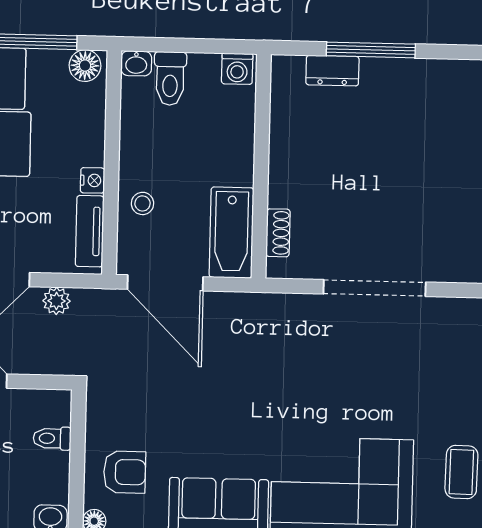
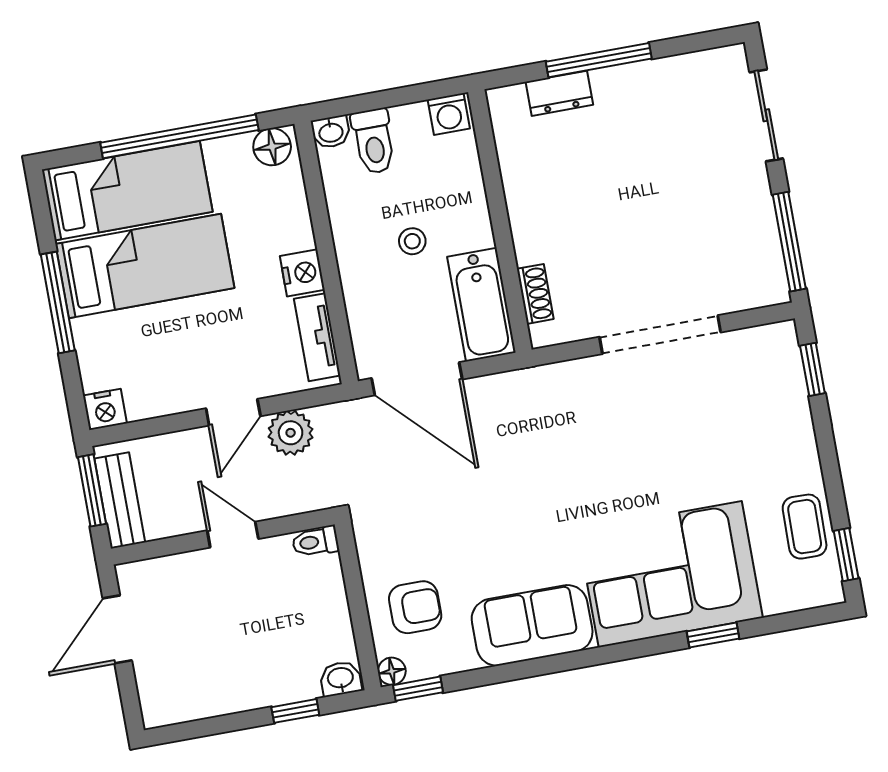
nightstand: (92, 180) -> (302, 273), width x1.39, depth x1.35
stool: (143, 203) -> (412, 241), moved
plant: (57, 301) -> (291, 433), width x1.38, depth x1.38
toilet: (52, 438) -> (315, 542), moved

